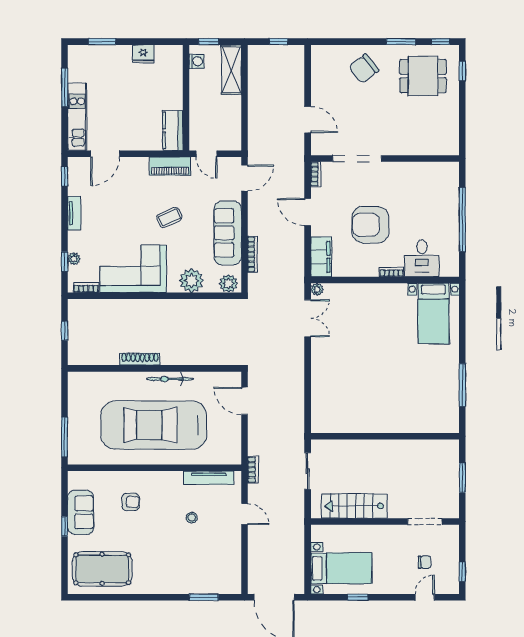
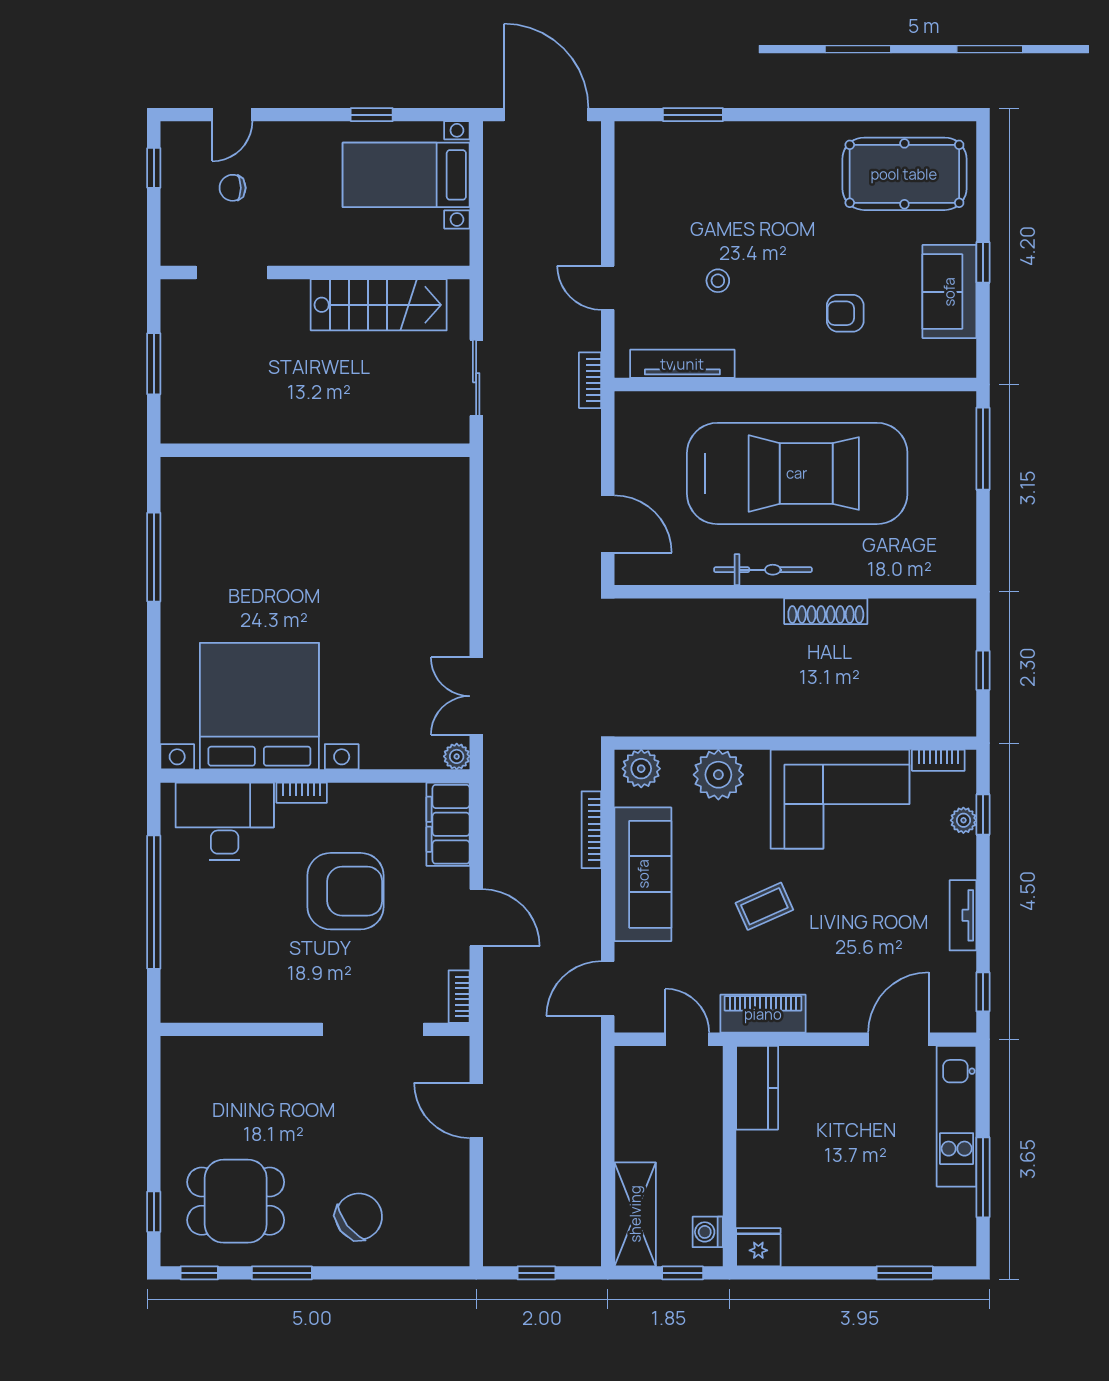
fridge: (143, 54) -> (758, 1247), moved
desk: (422, 258) -> (225, 821), width x1.37
bed with nightstands: (433, 313) -> (259, 706), width x1.85

